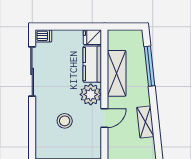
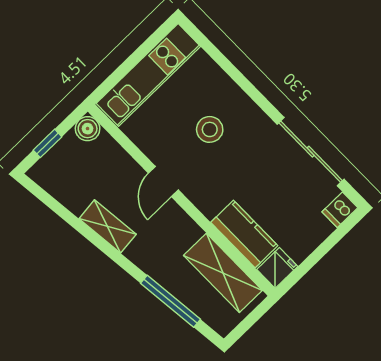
shelving: (117, 73) -> (223, 273), moved
plant: (91, 94) -> (209, 194), removed

